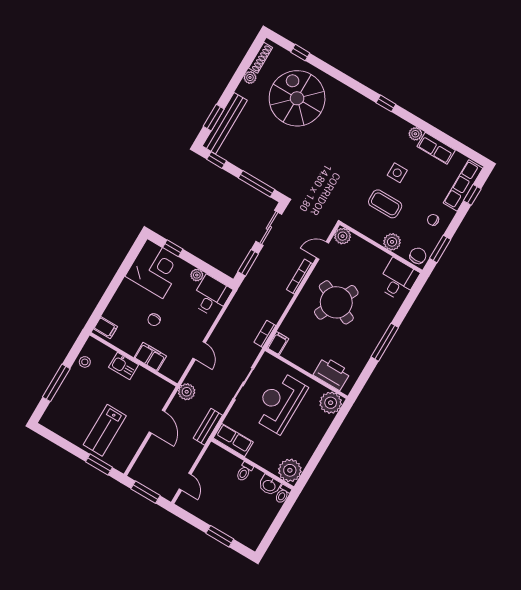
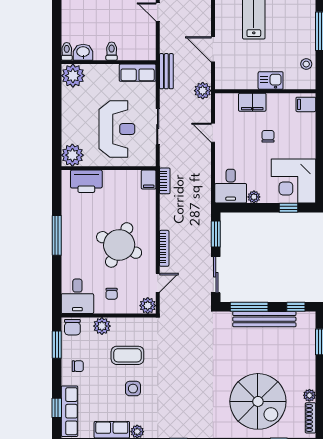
bench: (225, 123) -> (264, 319), moved, turned 90
chair: (367, 264) -> (112, 294), added

